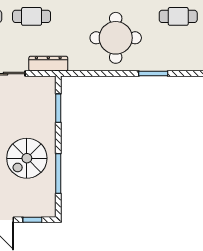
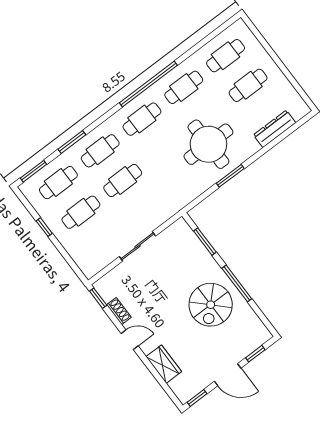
dresser: (48, 64) -> (275, 129), moved
window: (153, 74) -> (230, 176), moved
window: (58, 173) -> (237, 284), moved

